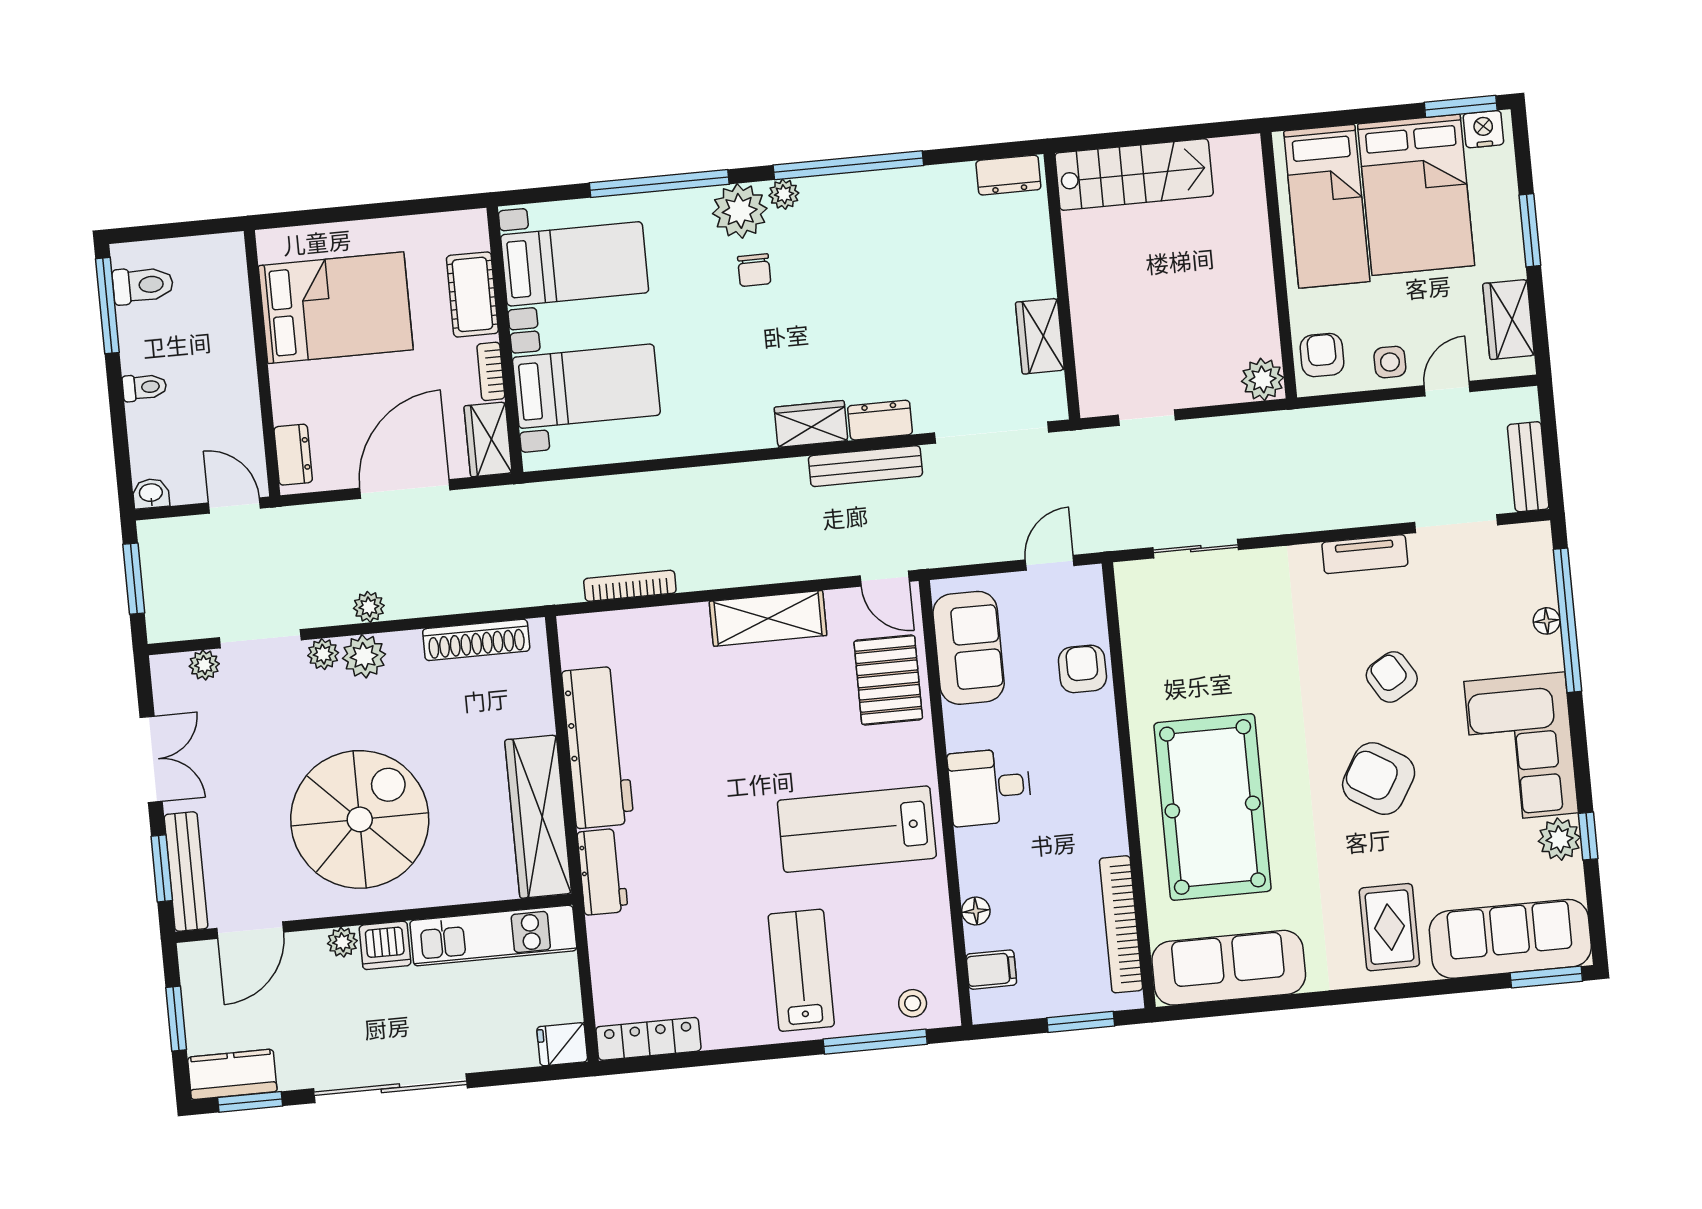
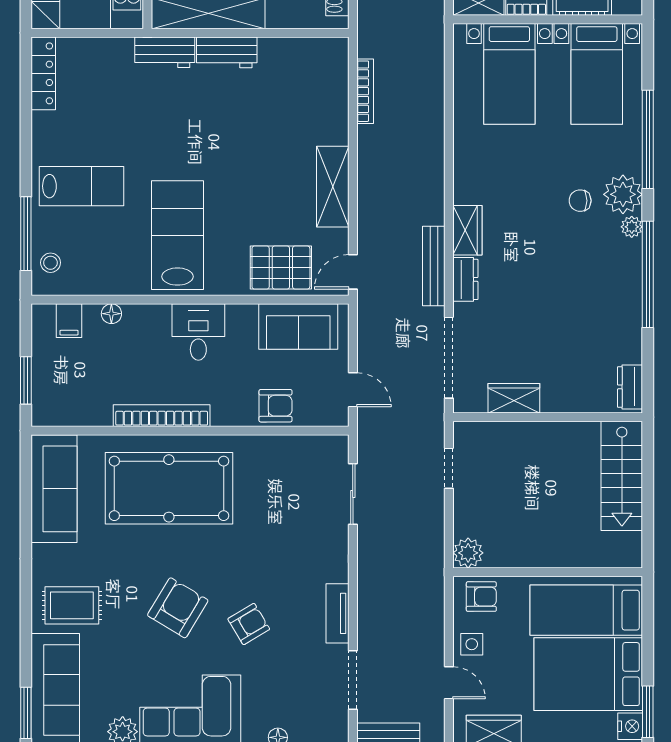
workbench: (598, 747) -> (227, 52), width x0.53, depth x0.76
bookcase: (1121, 924) -> (162, 416), moved

